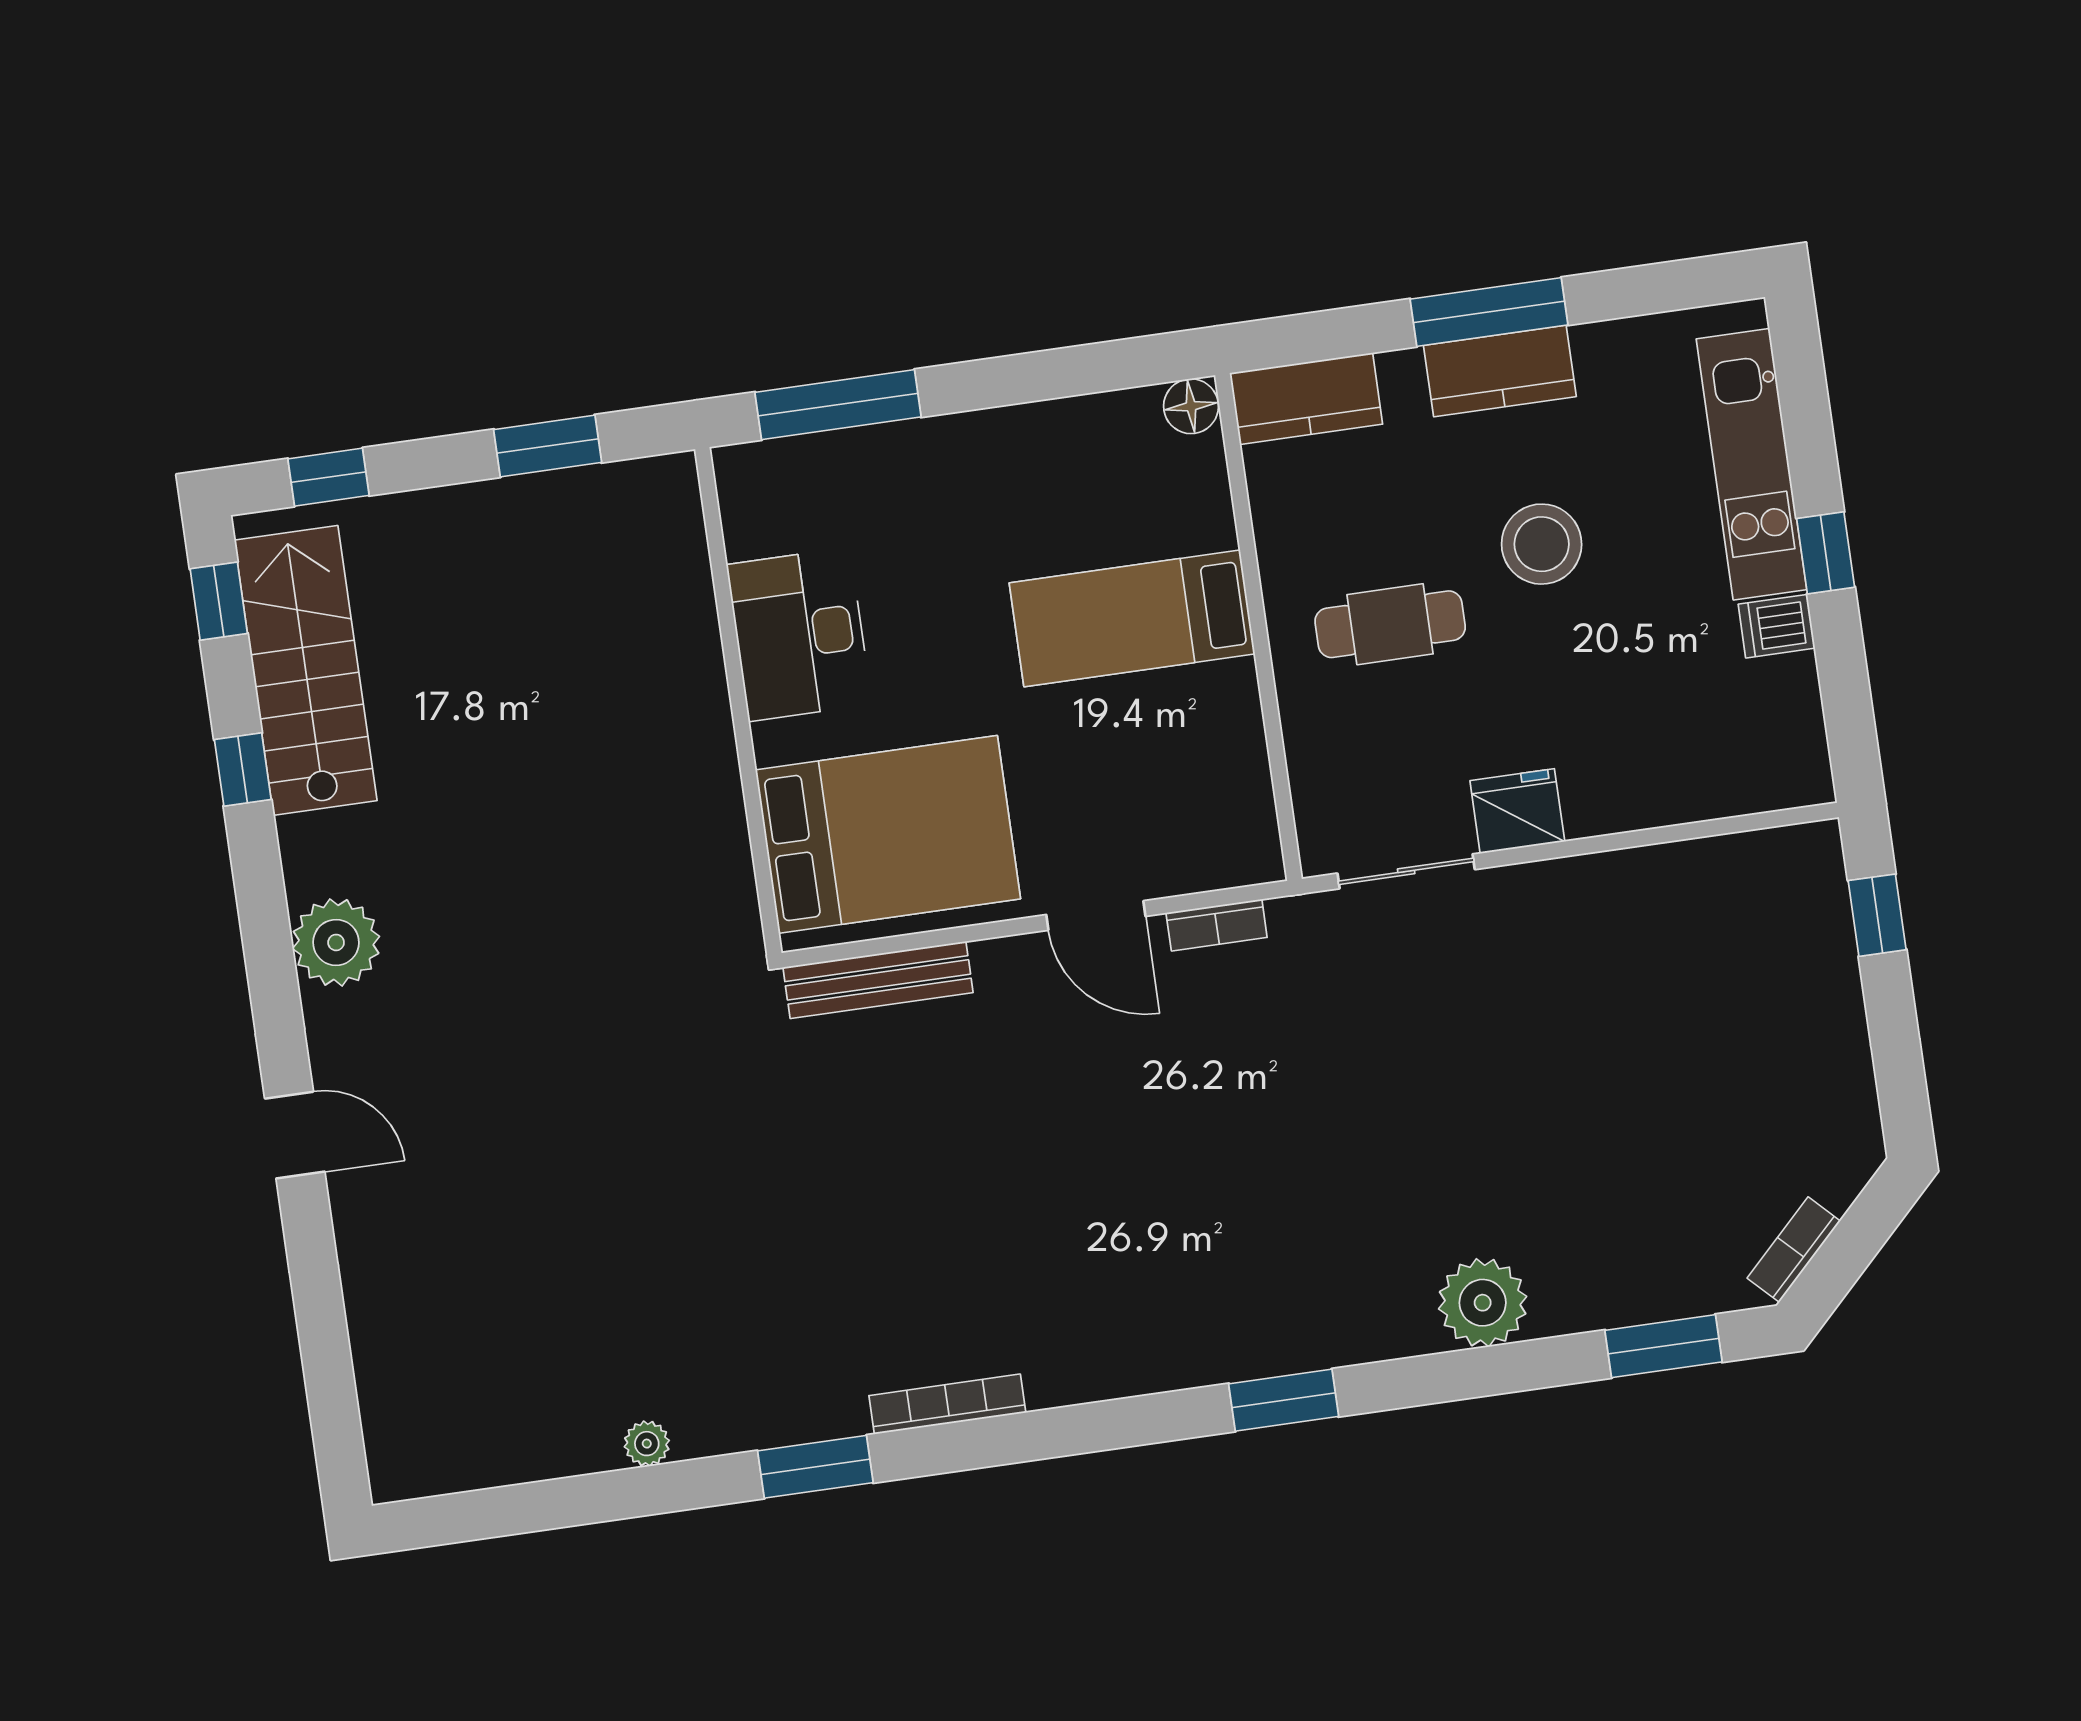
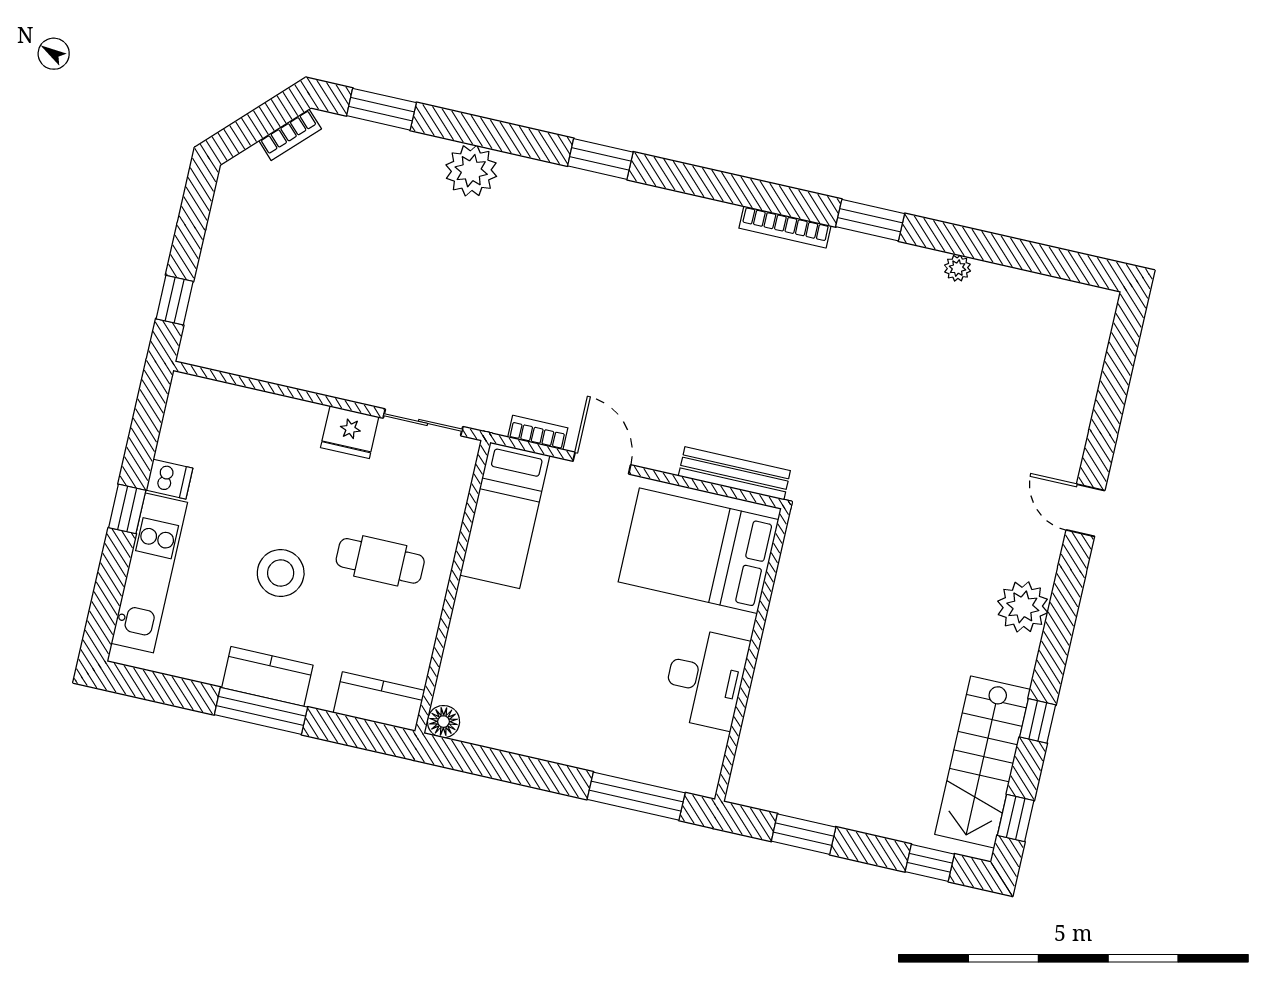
bed: (1132, 618) -> (505, 515), moved, turned 90

